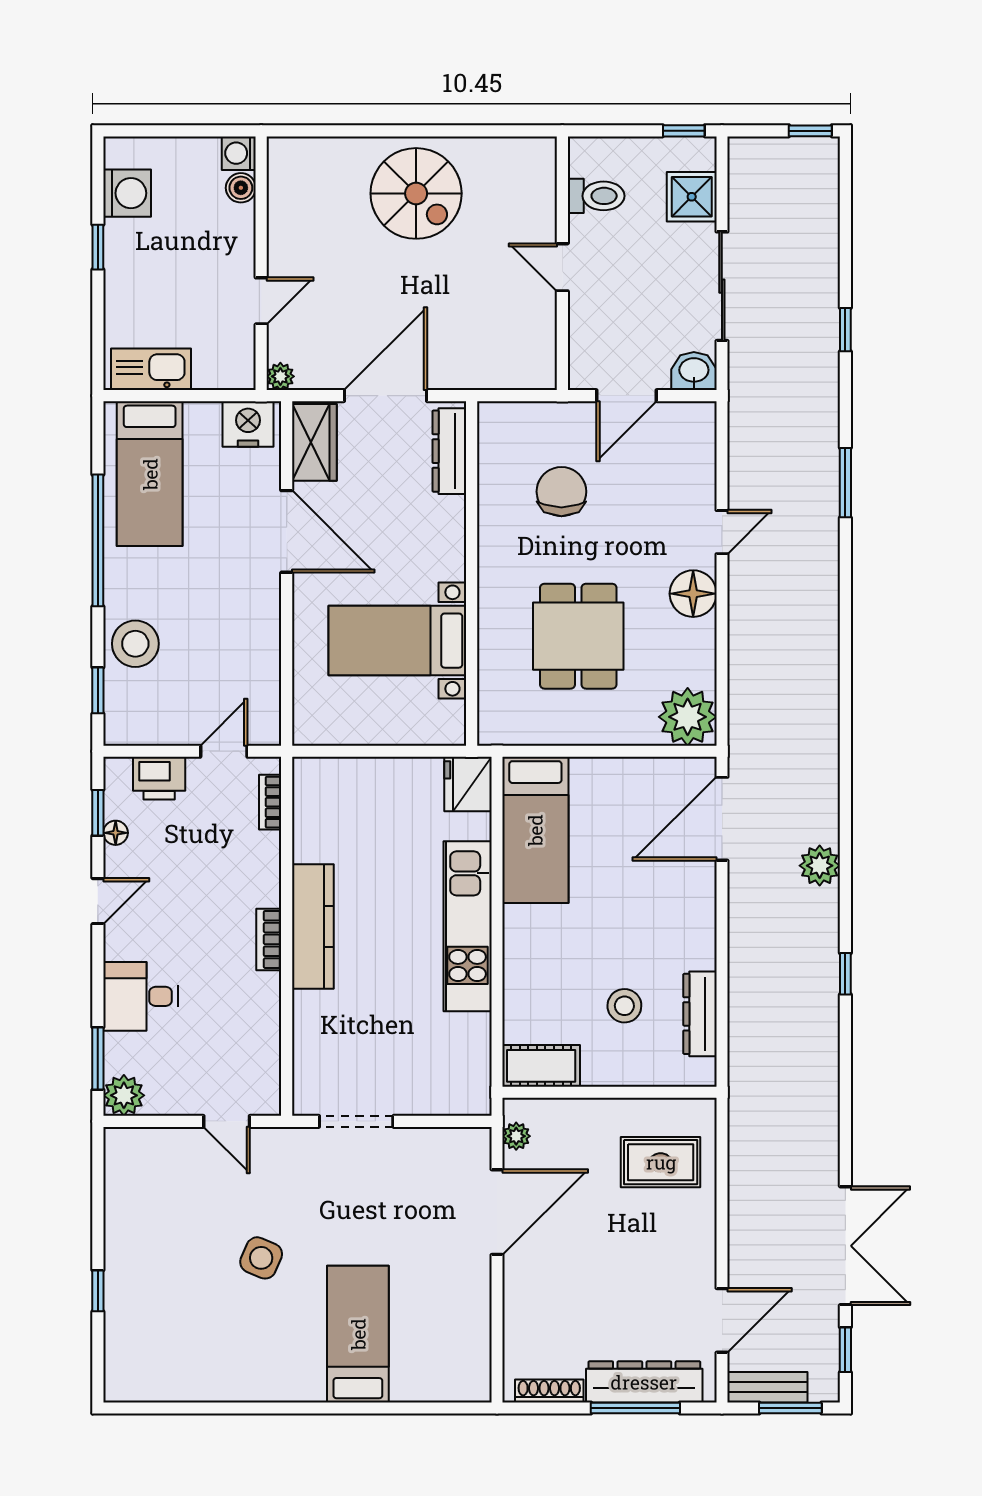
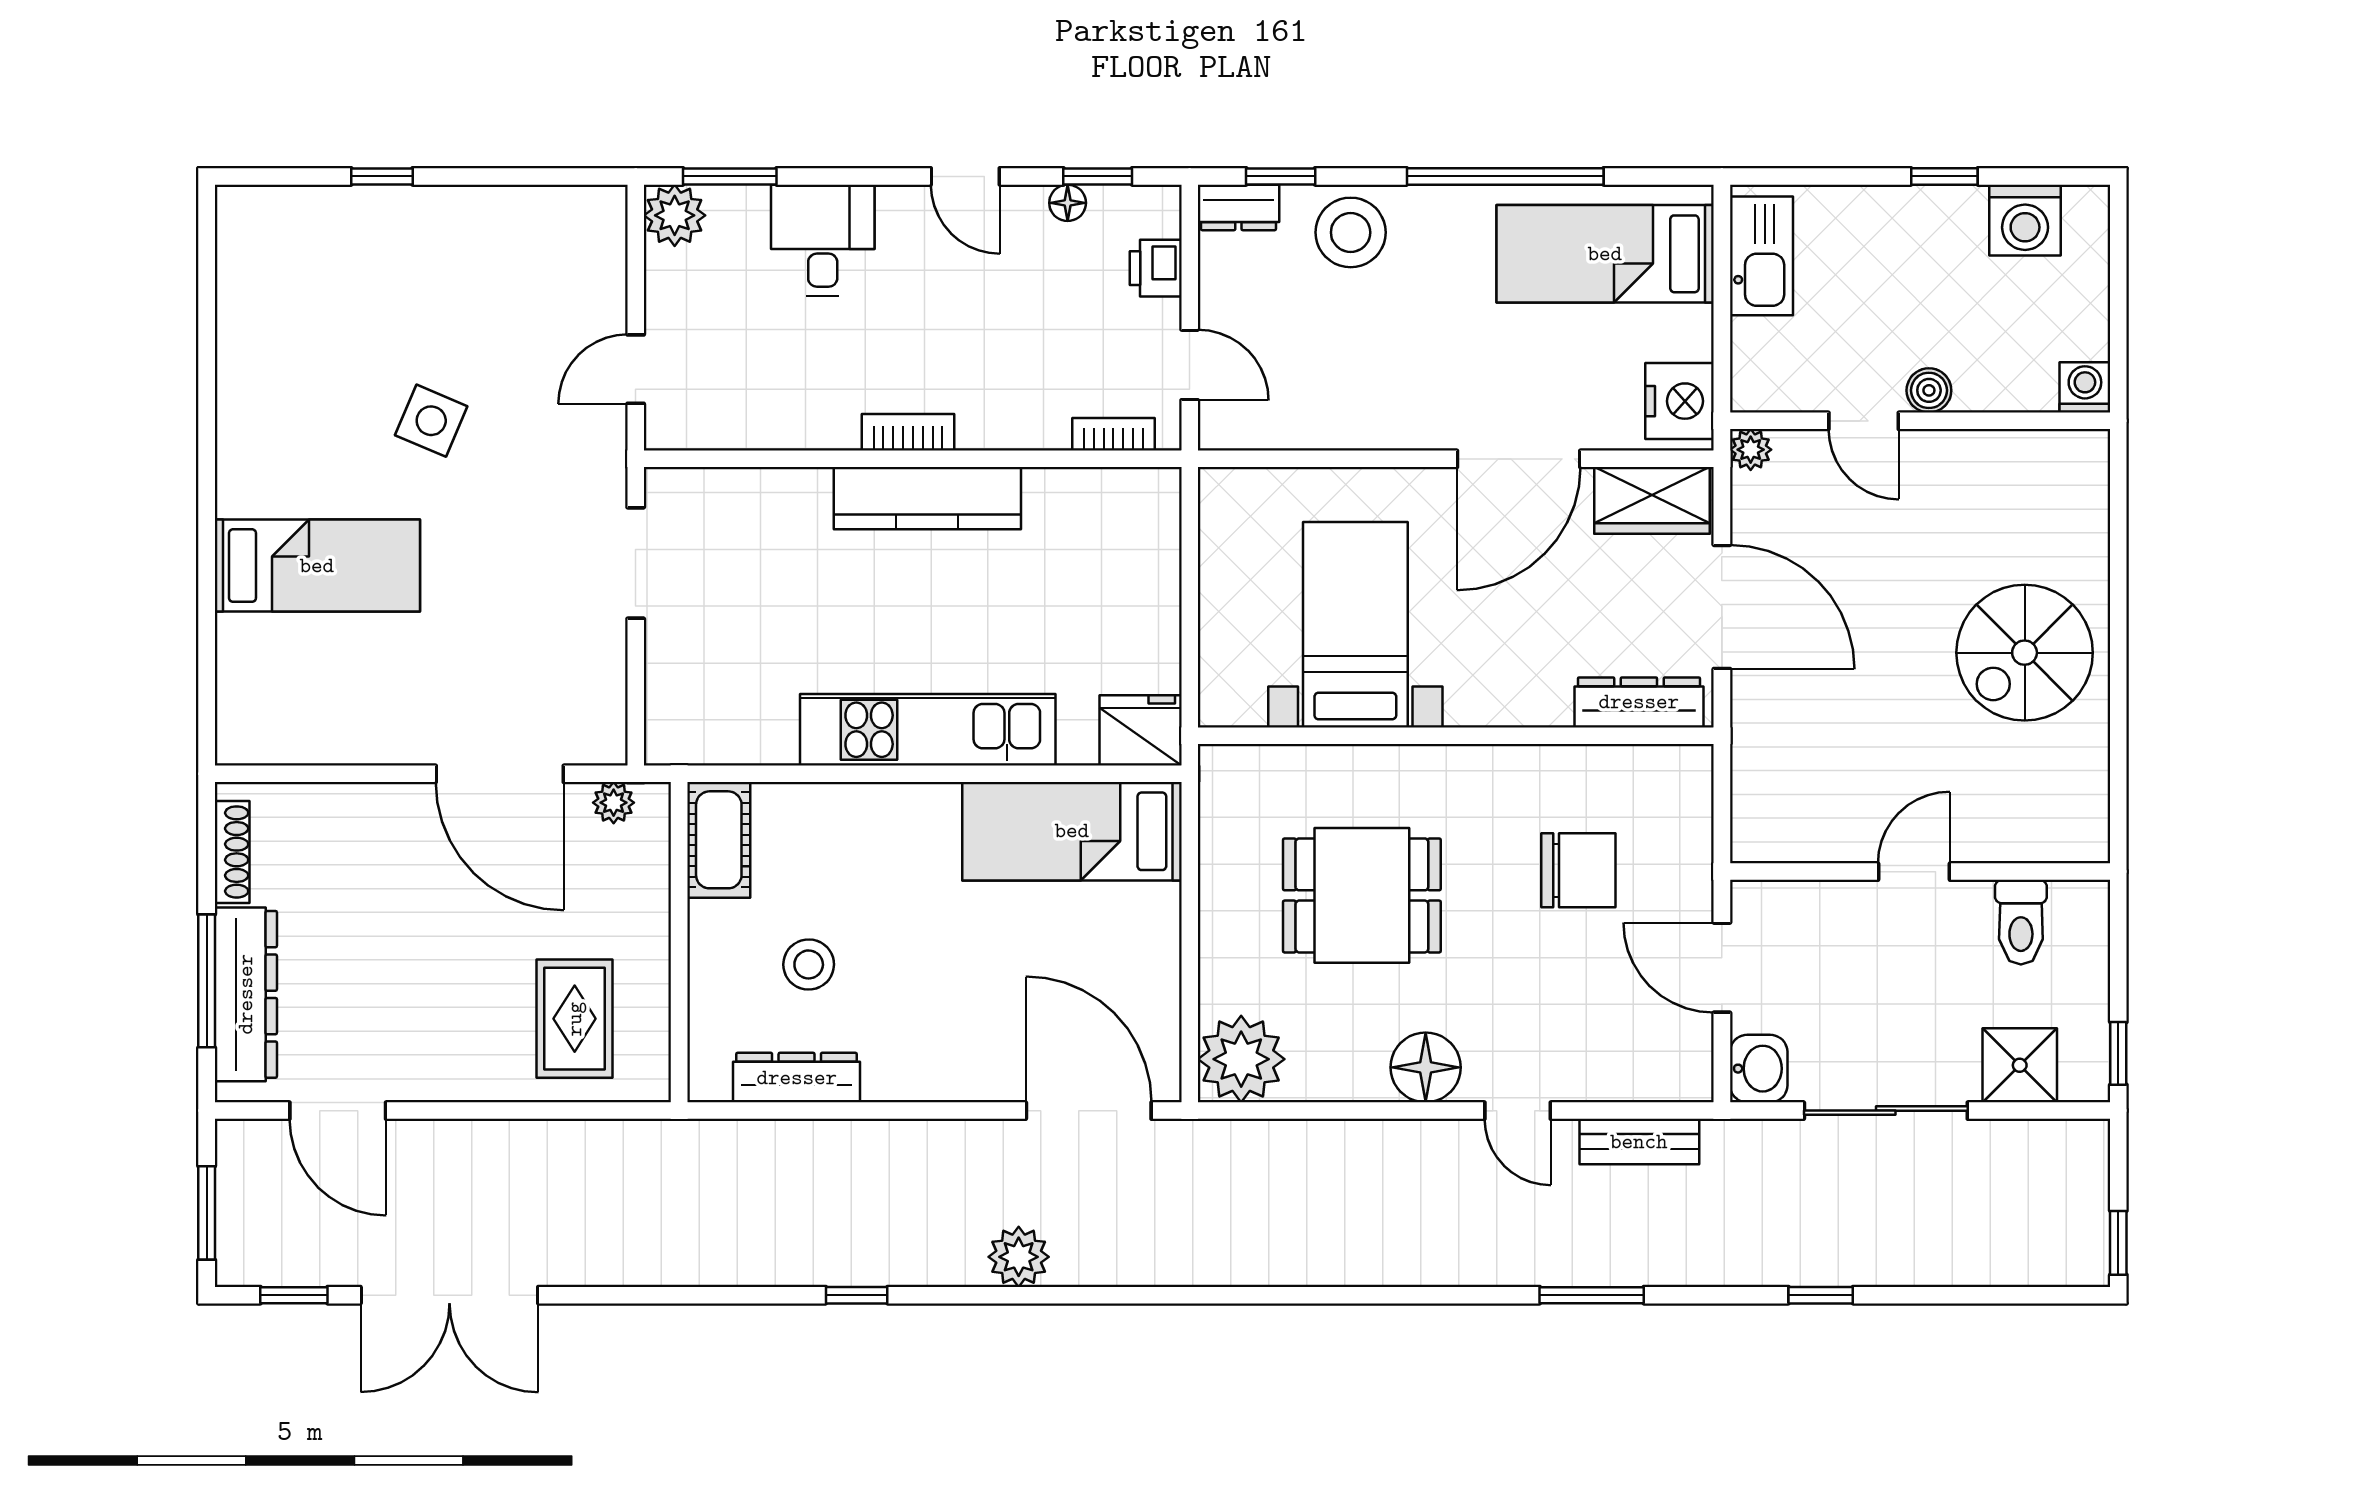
boiler: (241, 188) -> (1929, 390), moved
dresser: (119, 719) -> (1238, 207), added
printer: (159, 778) -> (1156, 268), width x0.73, depth x0.81
bench: (767, 1387) -> (1639, 1142), moved, turned 90

